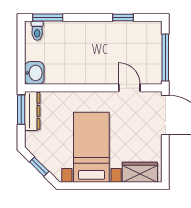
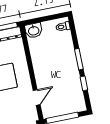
window: (48, 18) -> (79, 59), moved

